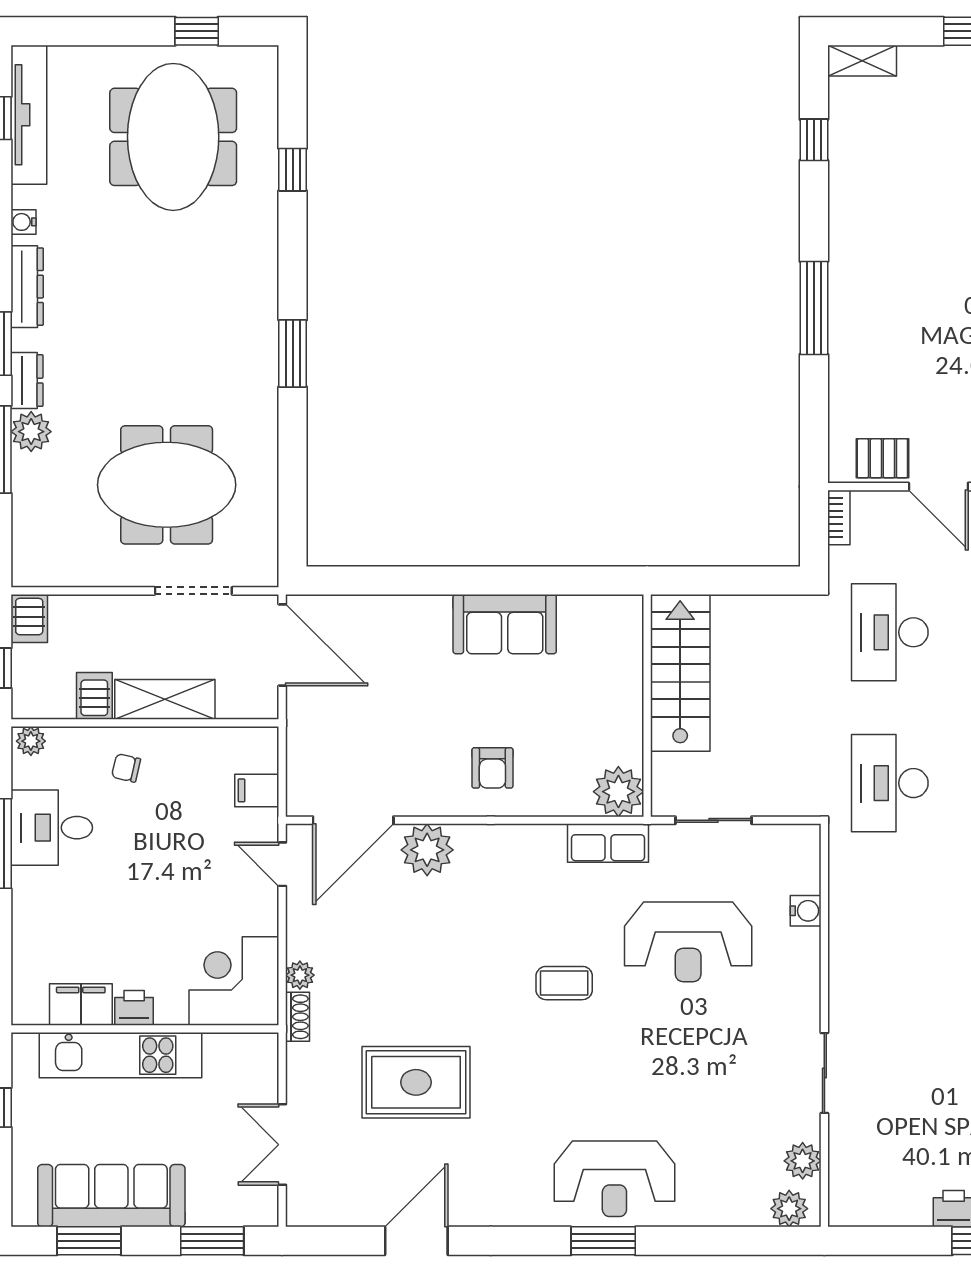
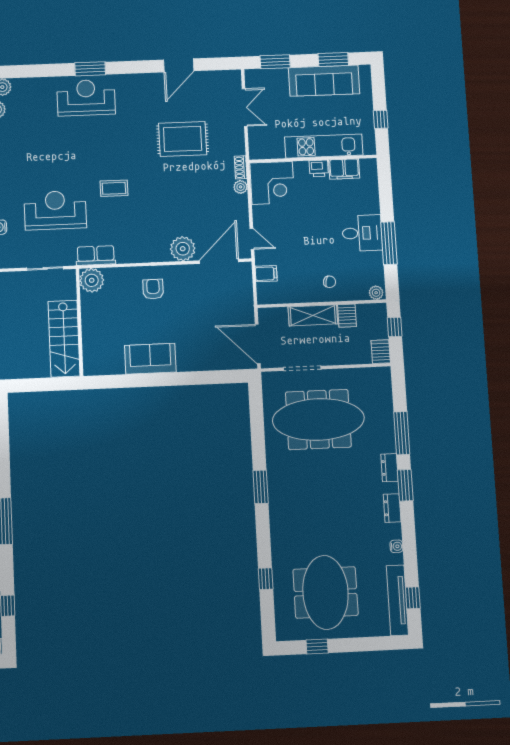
dresser: (27, 287) -> (392, 508), width x0.70
plant: (31, 432) -> (386, 443), removed
meeting table: (167, 485) -> (318, 419), width x1.36
desk: (52, 828) -> (362, 233), moved

